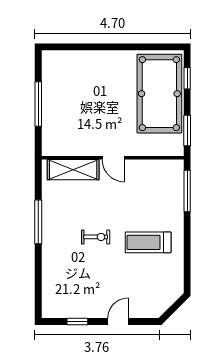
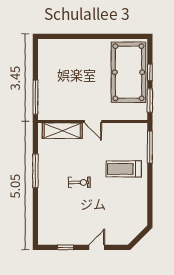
window: (187, 78) -> (150, 72), moved
window: (38, 104) -> (35, 97), moved
treadmill: (148, 242) -> (124, 169), moved

